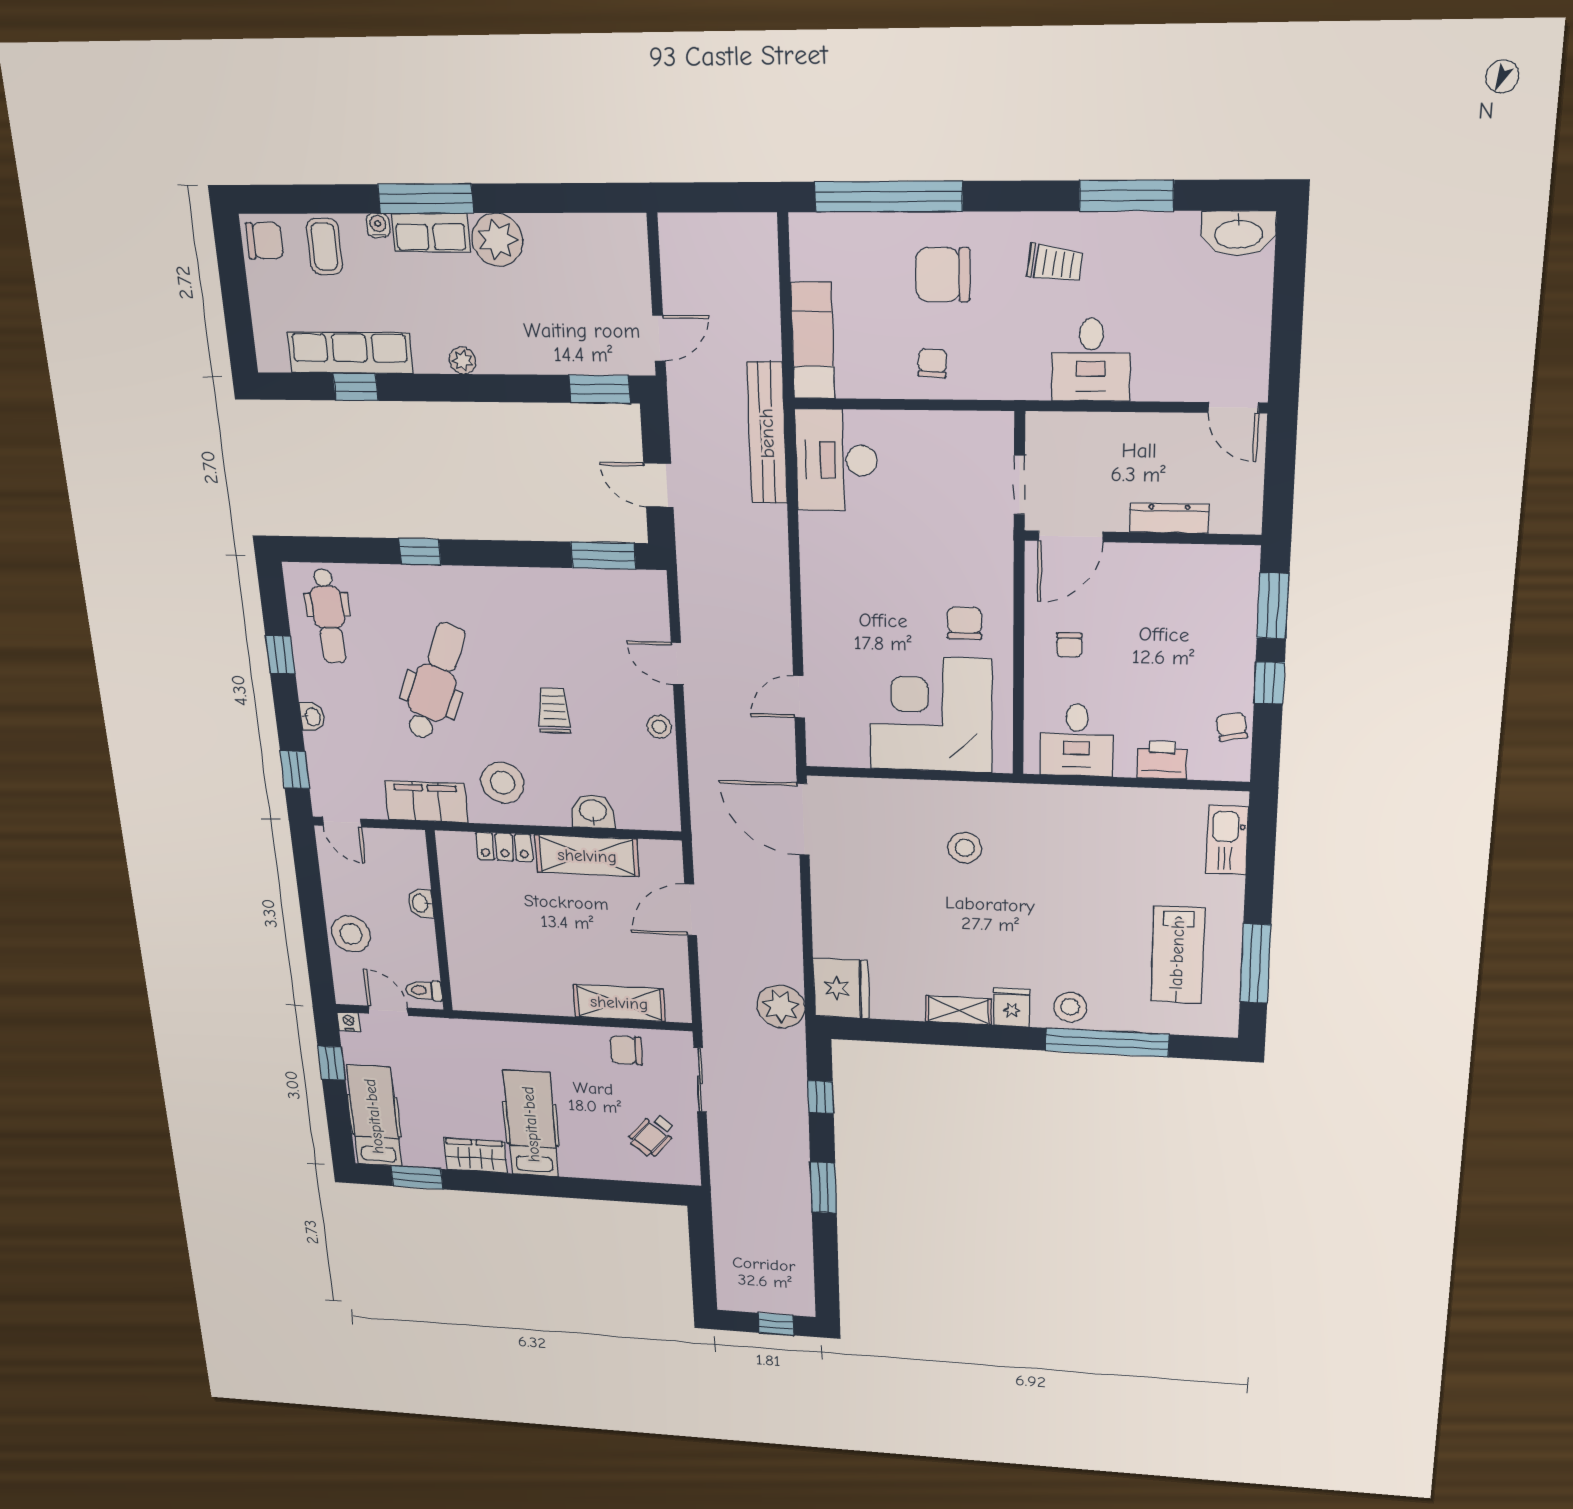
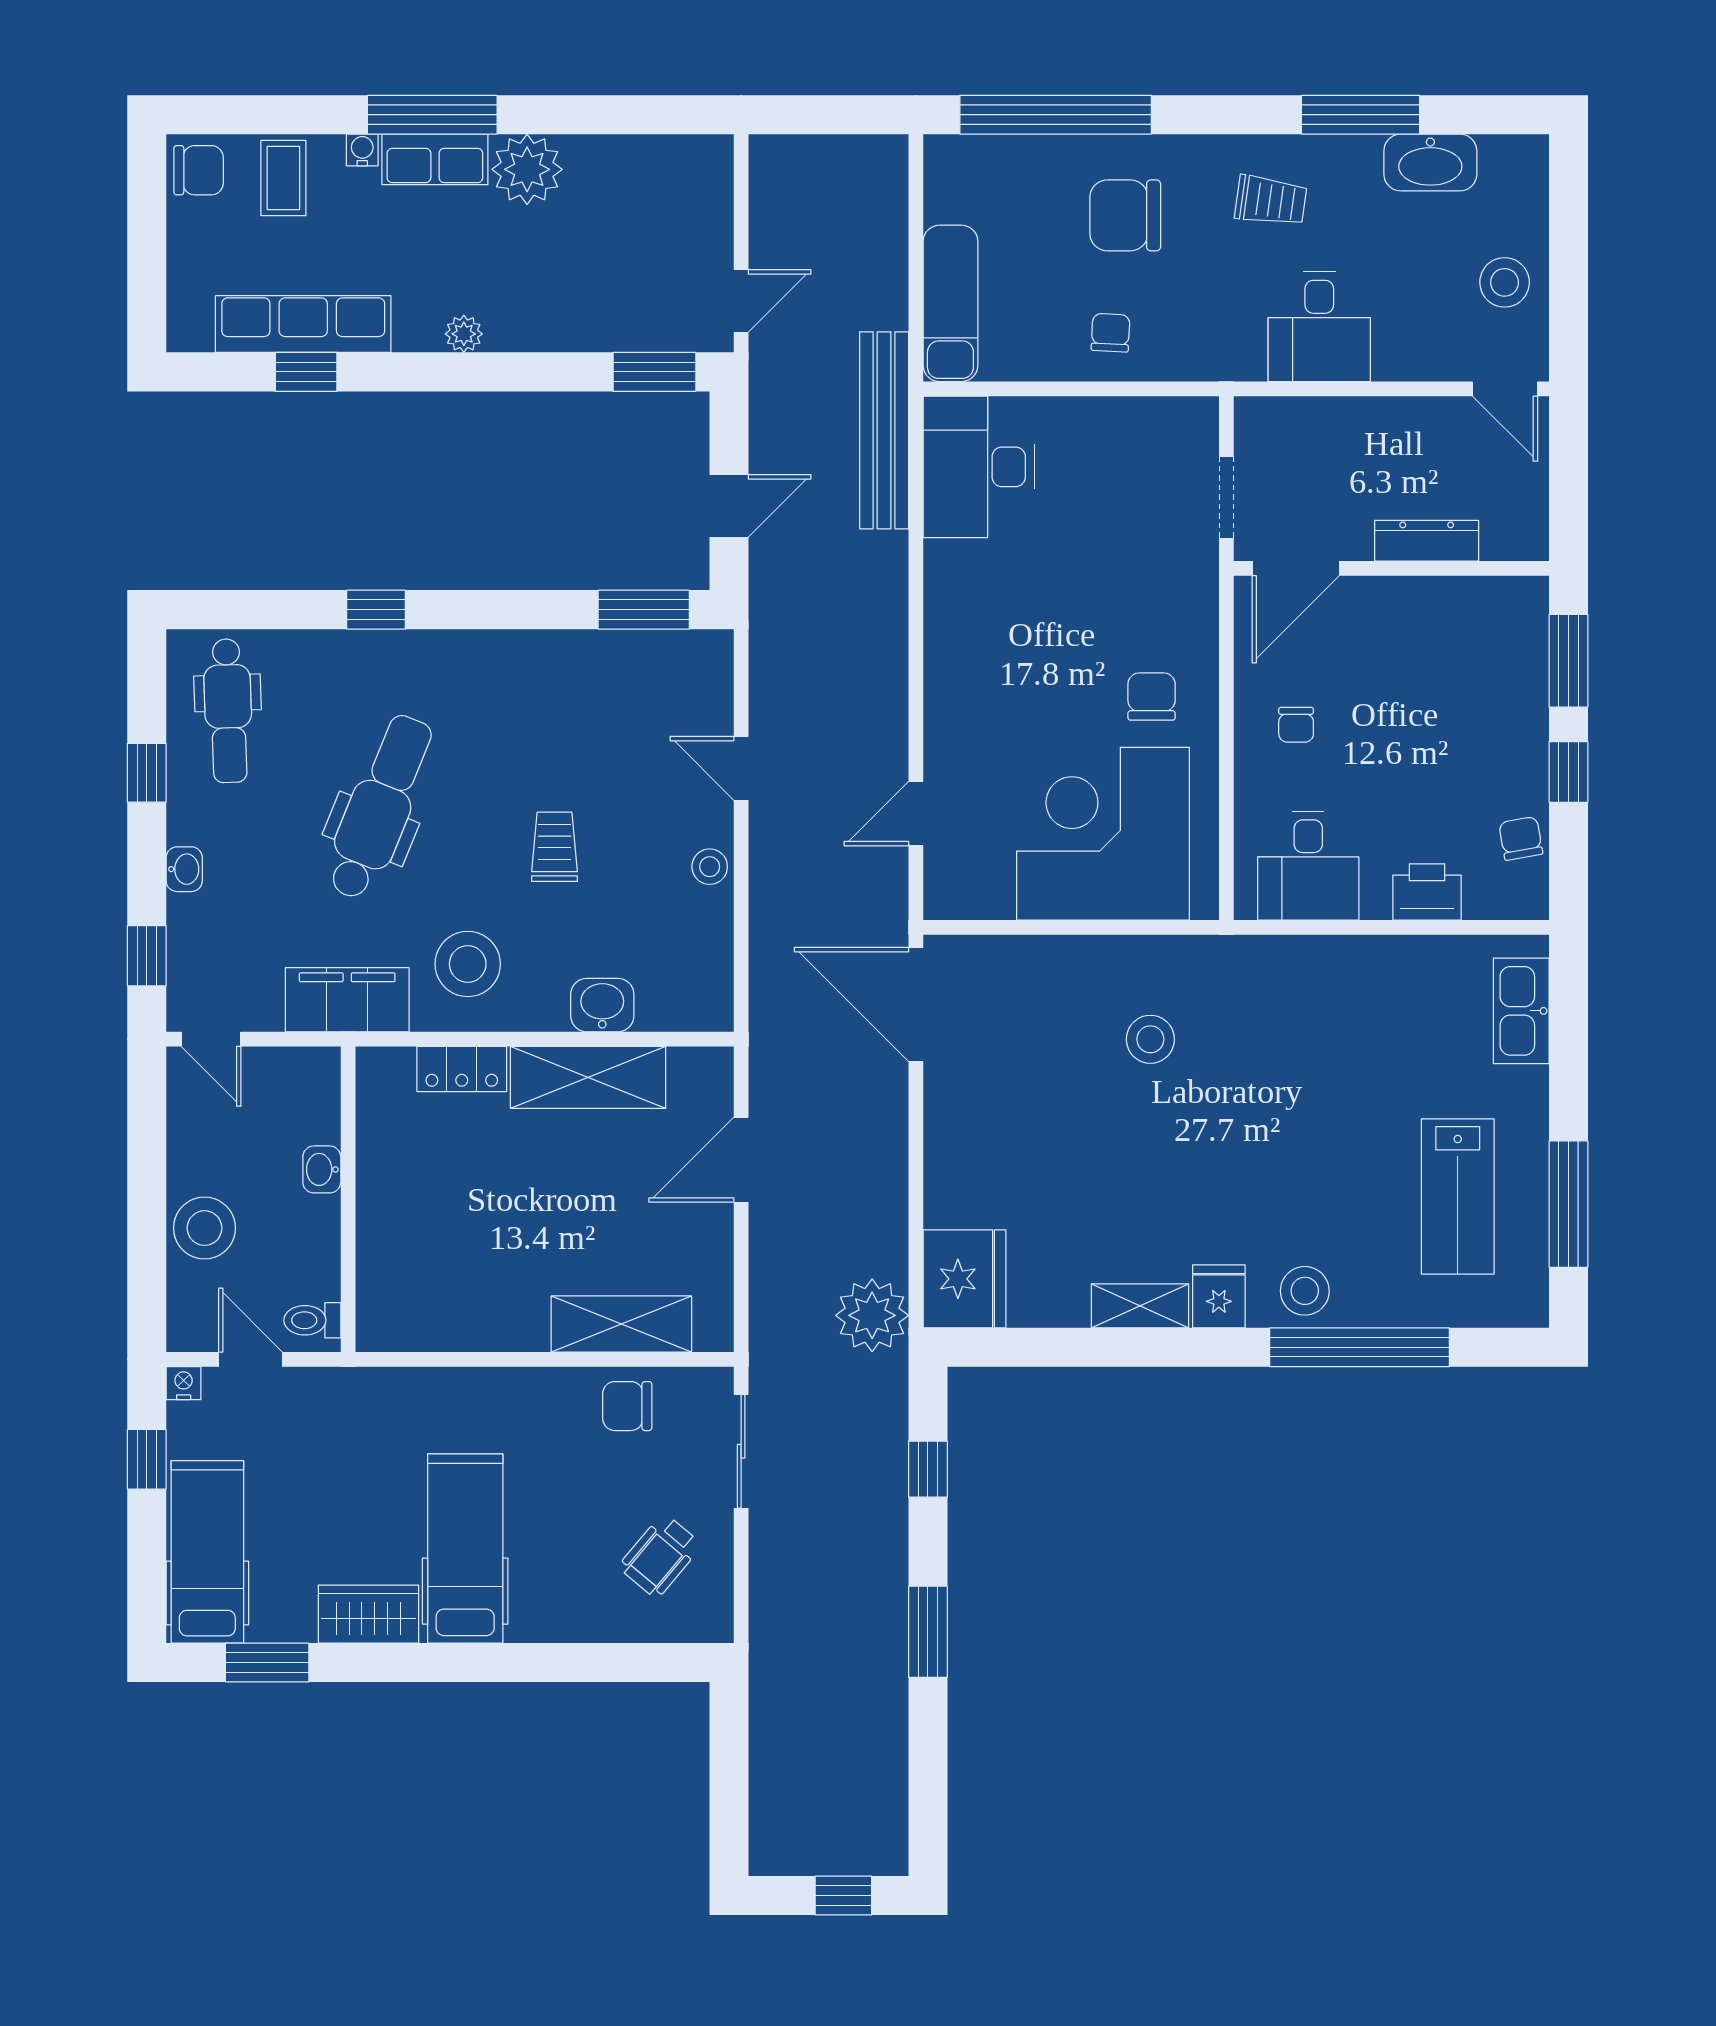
washbasin: (1238, 233) -> (1430, 162), moved
stool: (1236, 327) -> (1505, 282), added
door: (658, 485) -> (729, 506), swing flipped

